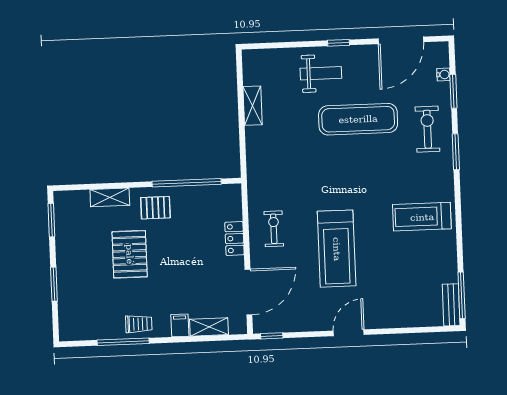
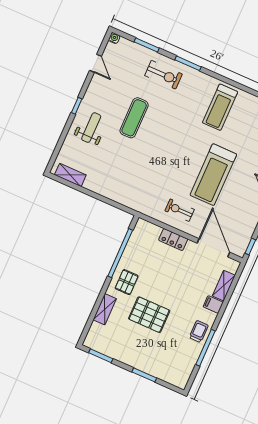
door: (401, 40) -> (95, 63), width x0.53
water cooler: (443, 75) -> (114, 38), moved
shelving: (253, 106) -> (70, 175), moved
exercise mat: (358, 119) -> (134, 118), width x0.73, depth x0.69
exercise bike: (427, 129) -> (164, 75), turned 180
treadmill: (337, 249) -> (213, 175), turned 90

